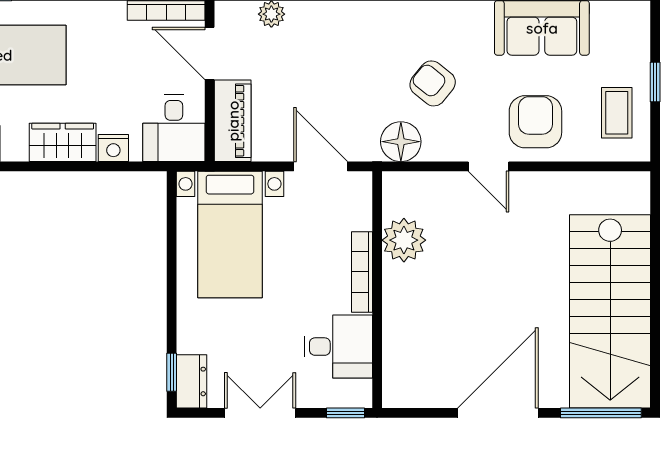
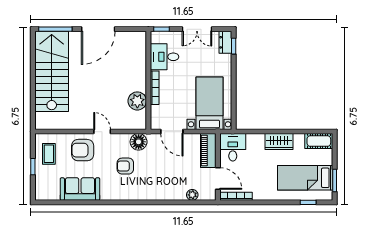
armchair: (433, 83) -> (125, 166), turned 141
armchair: (535, 122) -> (83, 150), turned 90
nightstand: (113, 148) -> (258, 139), removed

